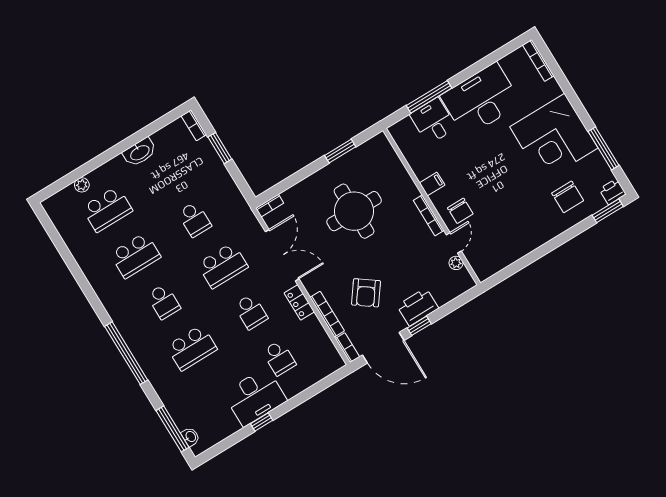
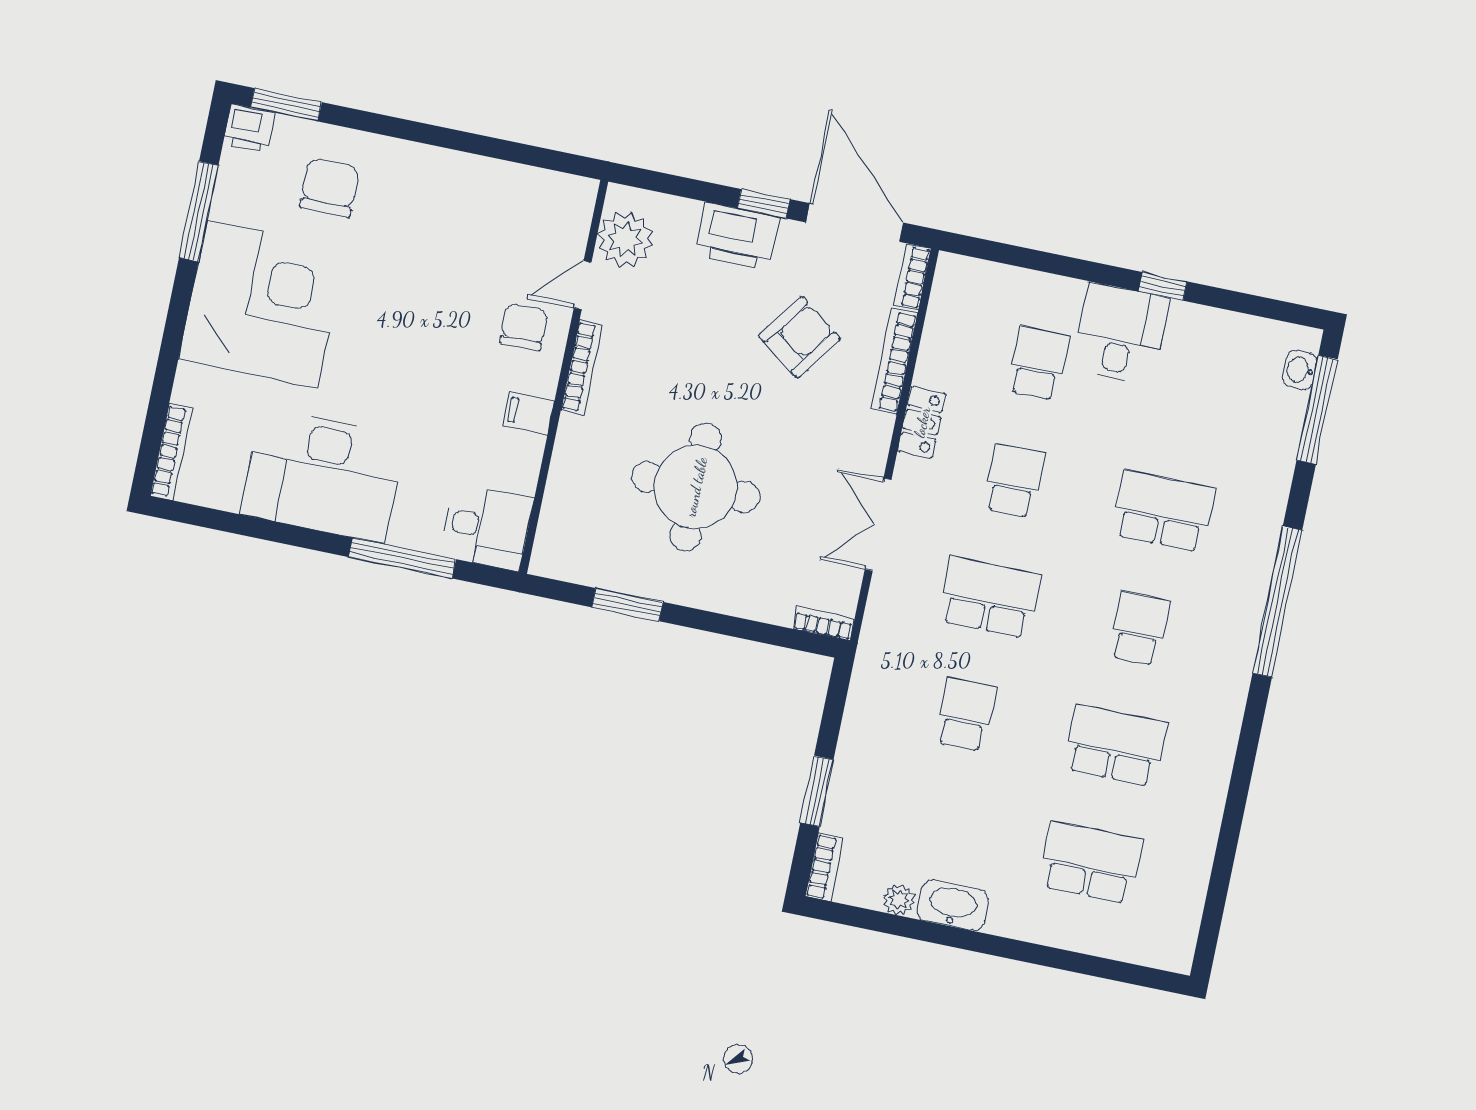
desk: (433, 121) -> (487, 527), moved, turned -90
plant: (82, 185) -> (899, 899), moved
double door: (282, 255) -> (878, 524), width x0.73
plant: (456, 263) -> (625, 239), width x1.88, depth x1.88
desk: (255, 397) -> (1120, 334), width x0.73

